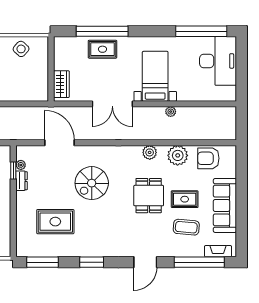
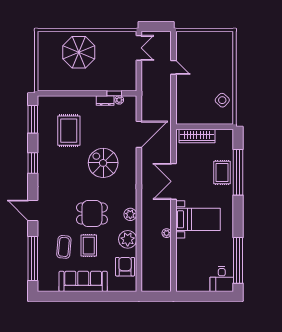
desk: (218, 61) -> (222, 279), width x0.53, depth x0.77
wardrobe: (61, 84) -> (197, 136), width x1.50
fireplace: (218, 251) -> (43, 275), removed

